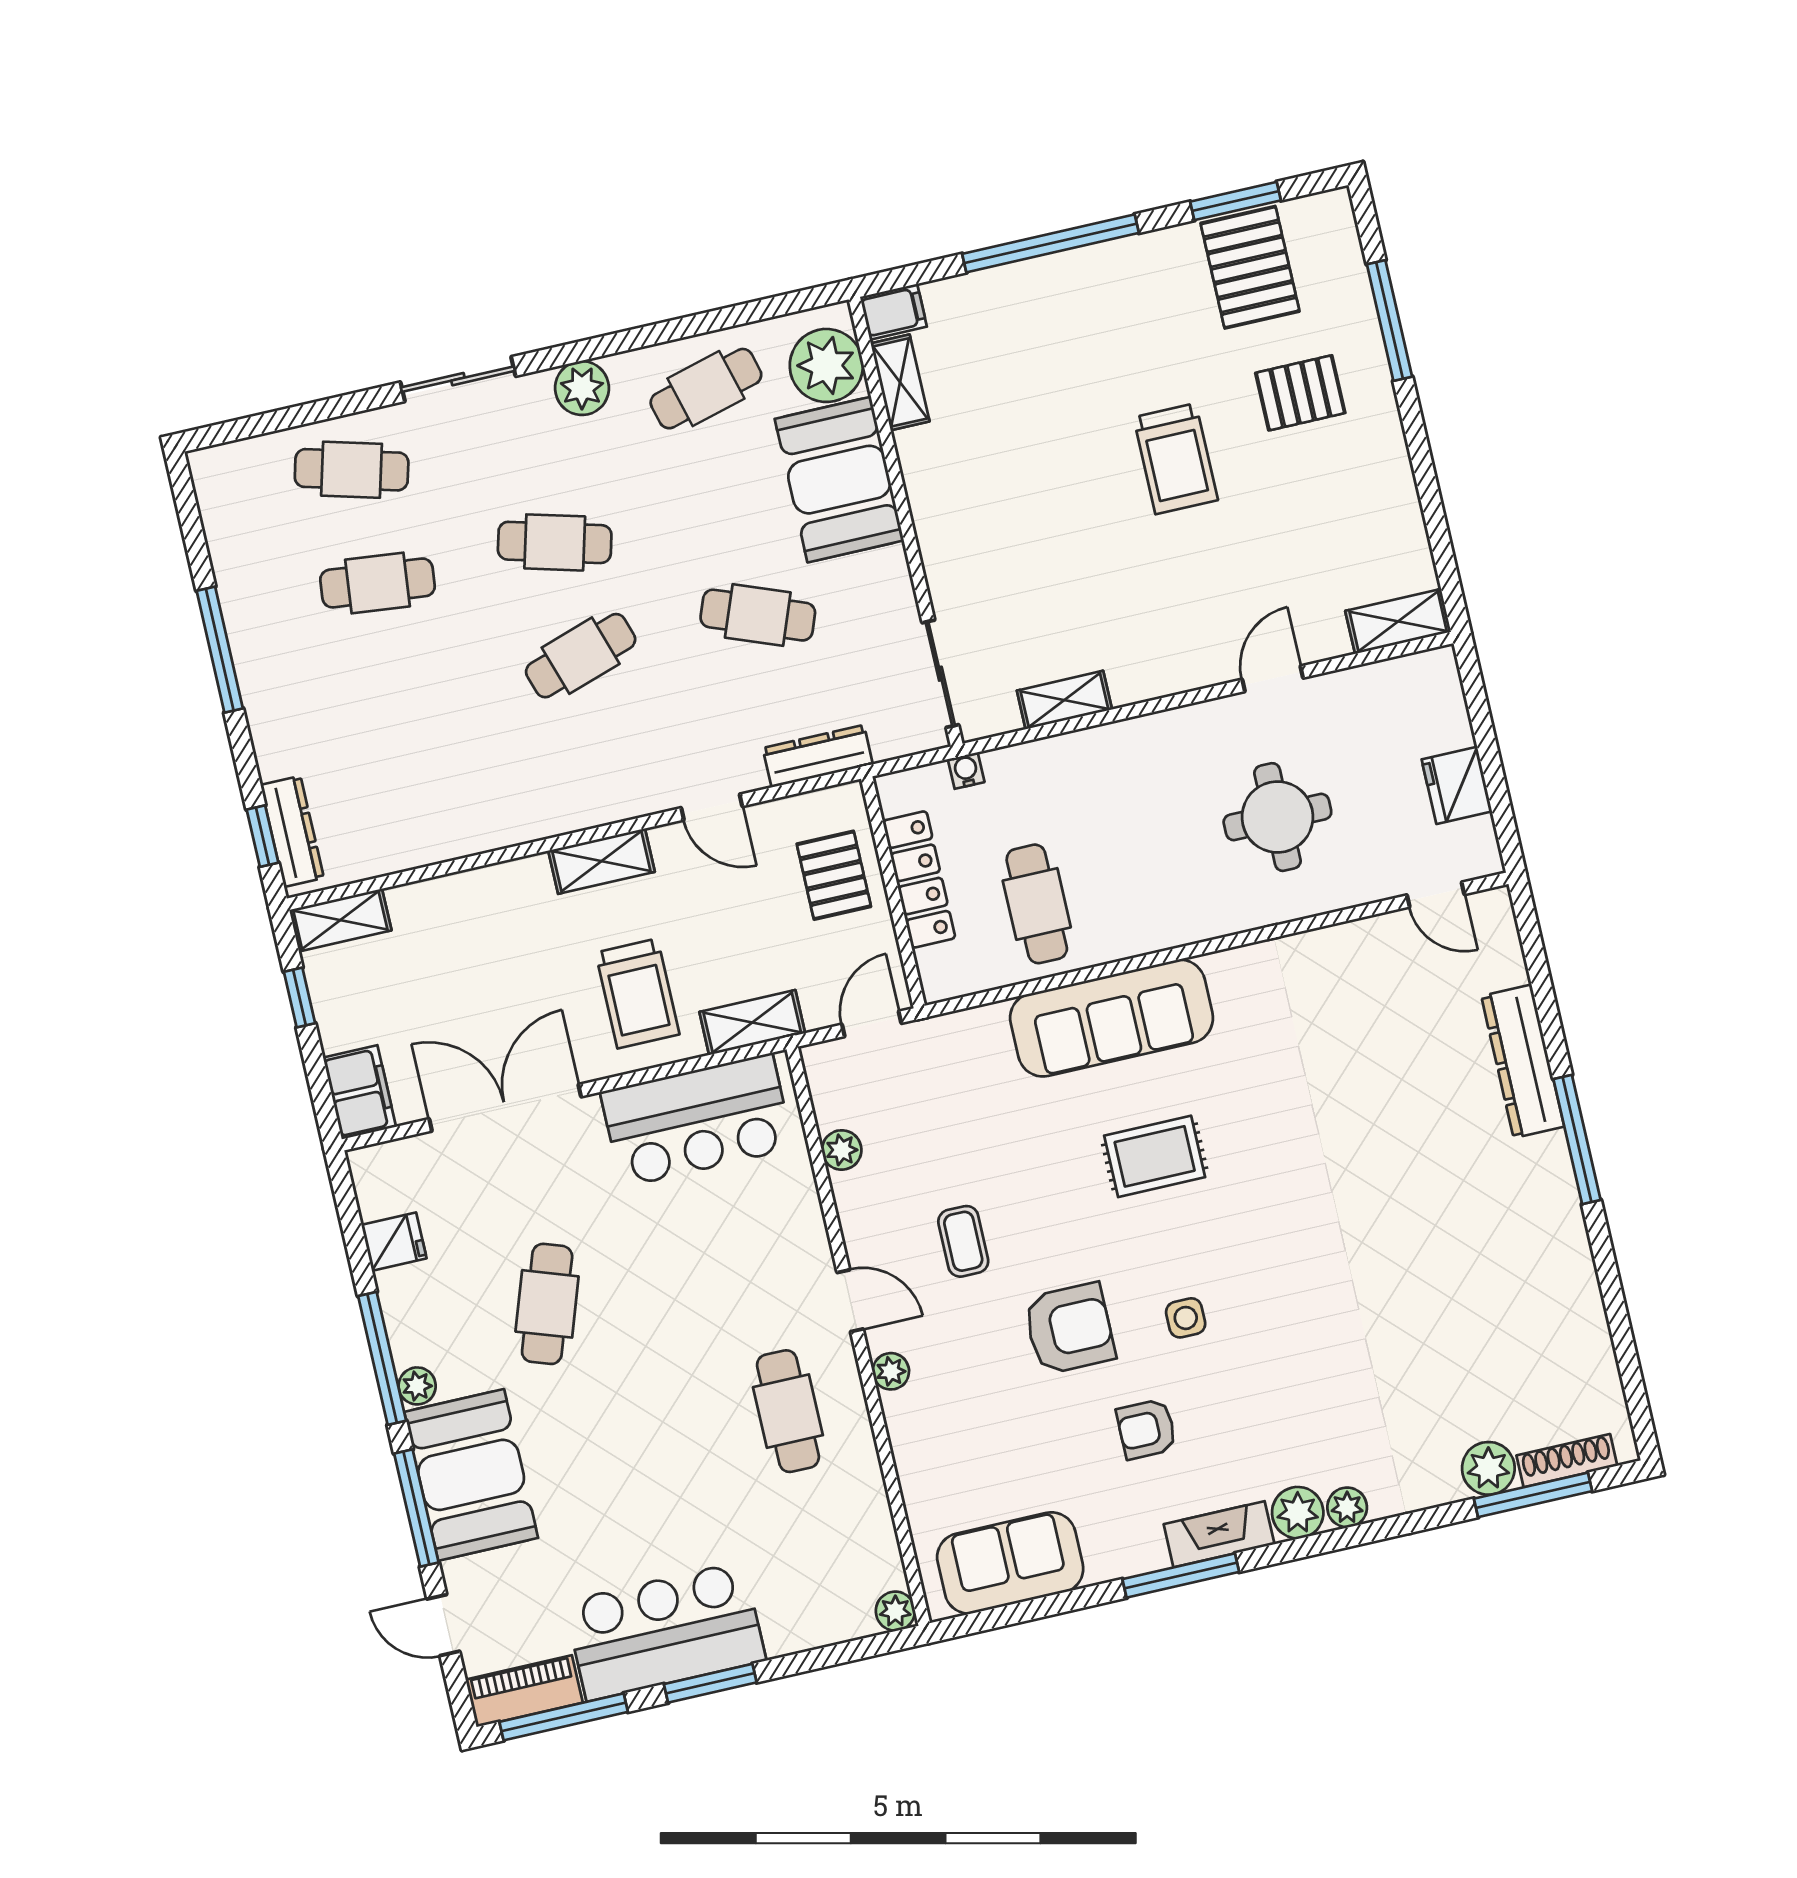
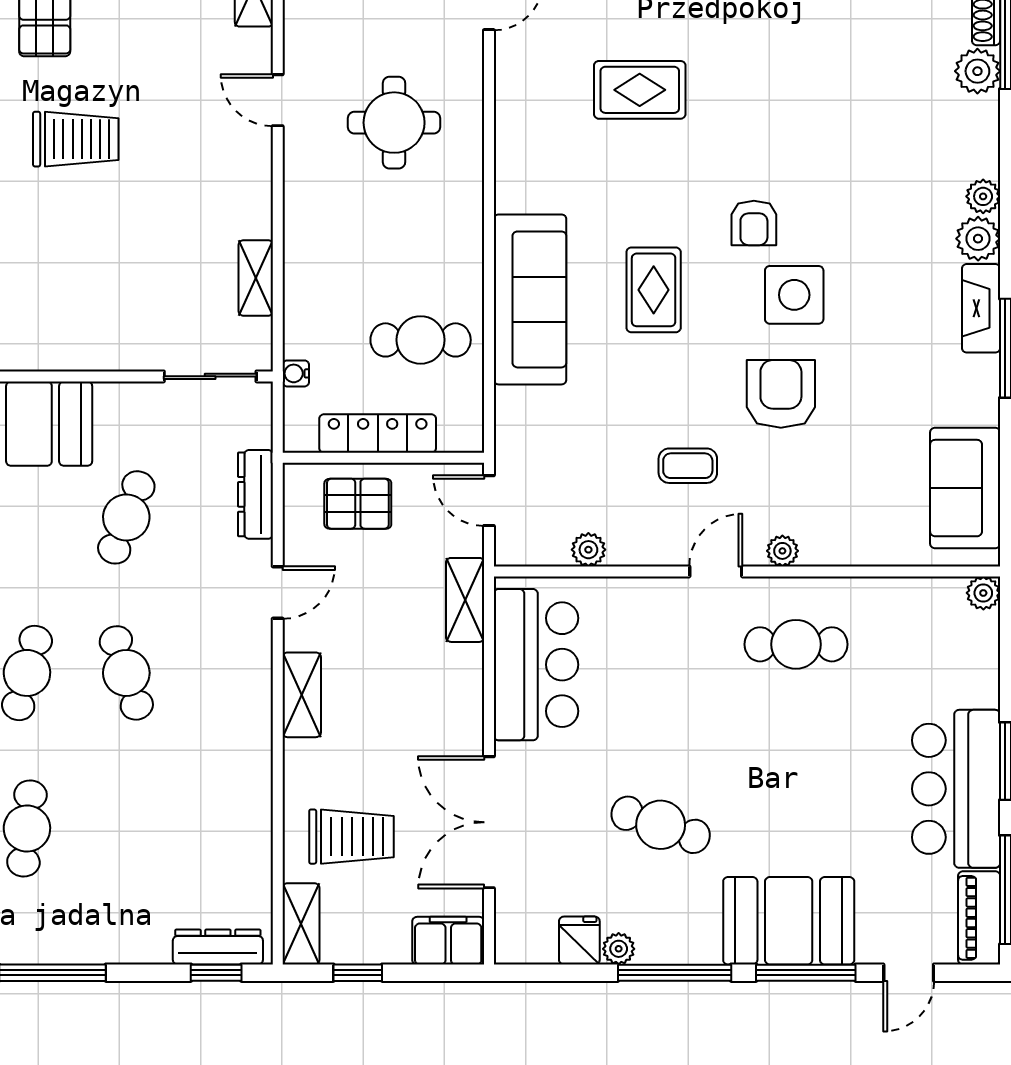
trolley: (637, 993) -> (352, 837), moved
rug: (1379, 1088) -> (640, 90), added
side table: (1186, 1318) -> (794, 295), width x1.87, depth x1.87
plant: (417, 1386) -> (619, 949), moved
armchair: (1146, 1429) -> (754, 223), moved

